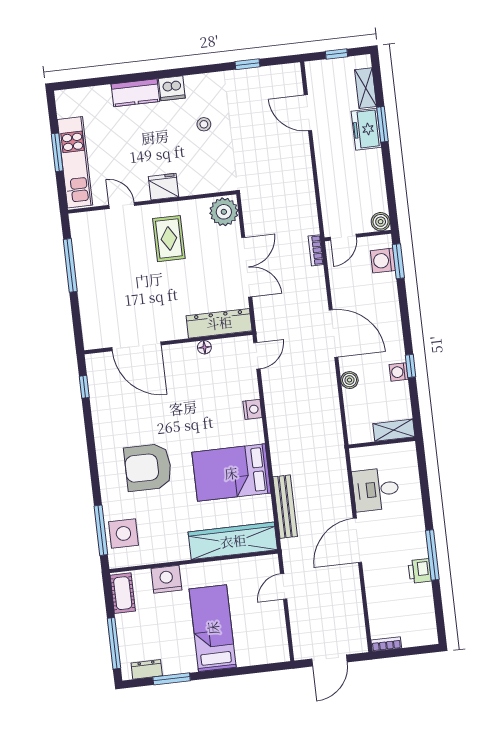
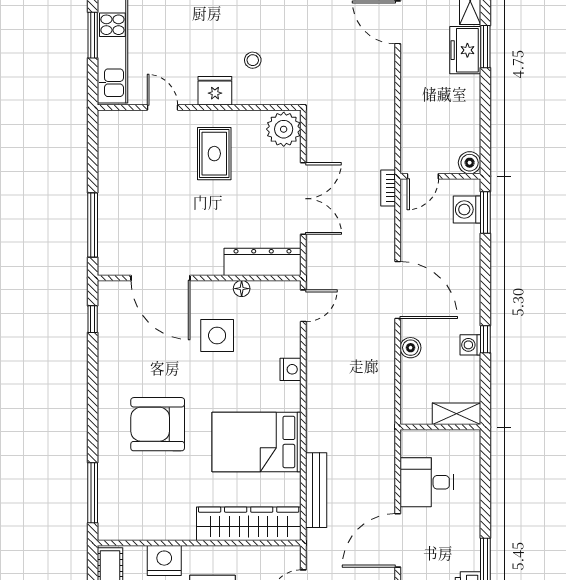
stool: (204, 124) -> (253, 60), moved
window: (70, 265) -> (93, 225), moved
side table: (123, 533) -> (217, 335), moved

